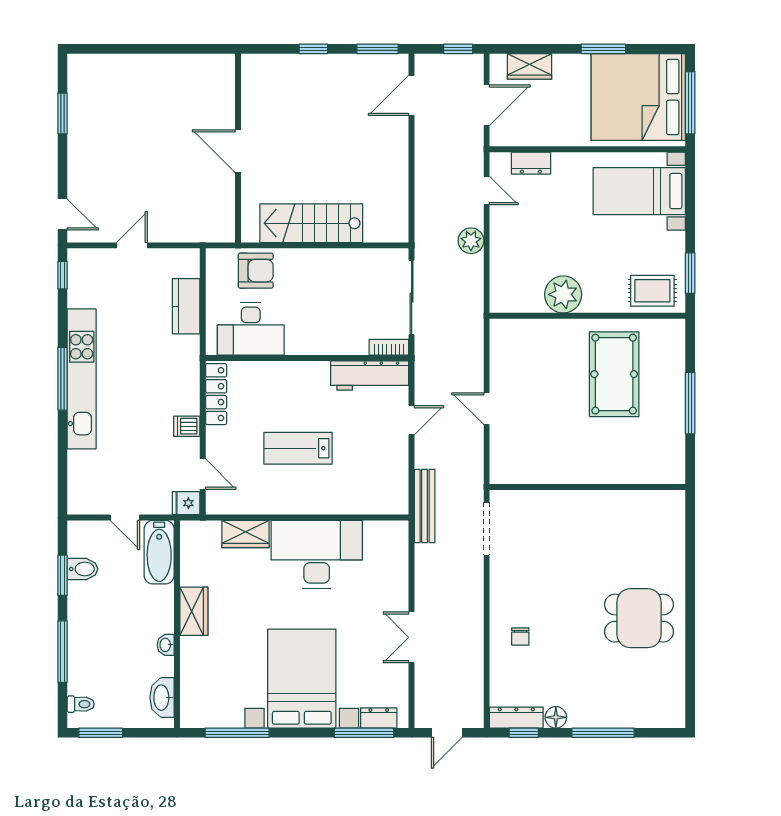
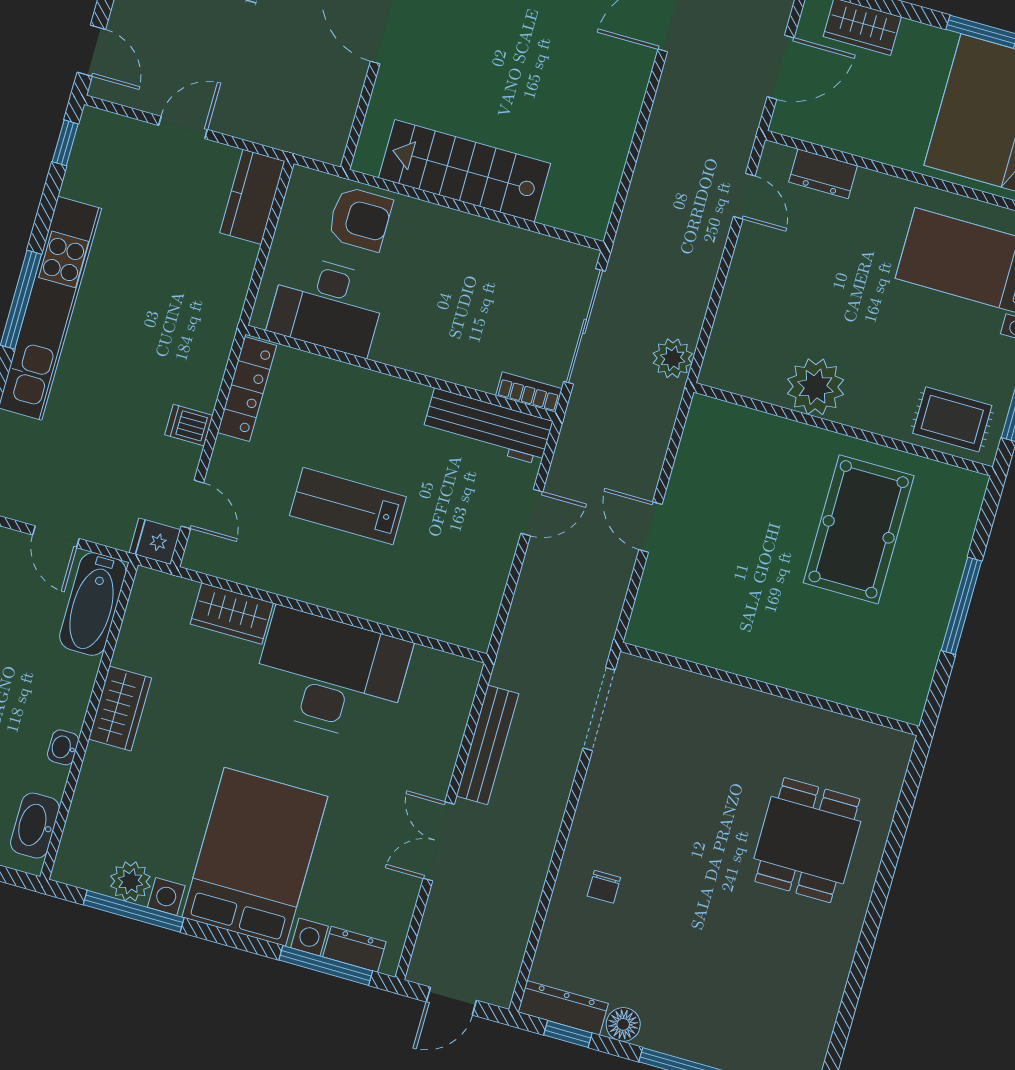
plant: (471, 241) -> (673, 358), moved
kitchen counter: (186, 306) -> (252, 197), moved
bench: (425, 506) -> (487, 745), moved
dining table: (639, 618) -> (807, 840), moved, turned 90
plant: (230, 715) -> (130, 881), added

